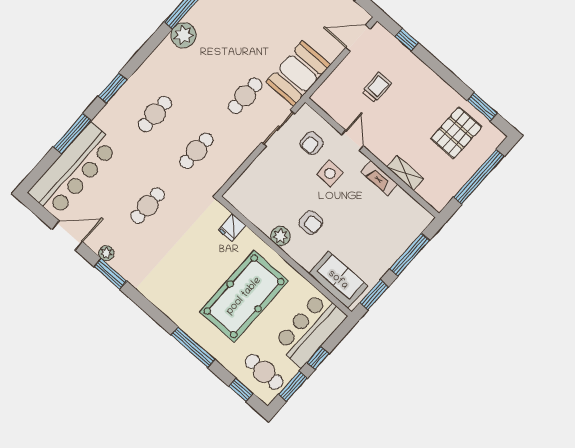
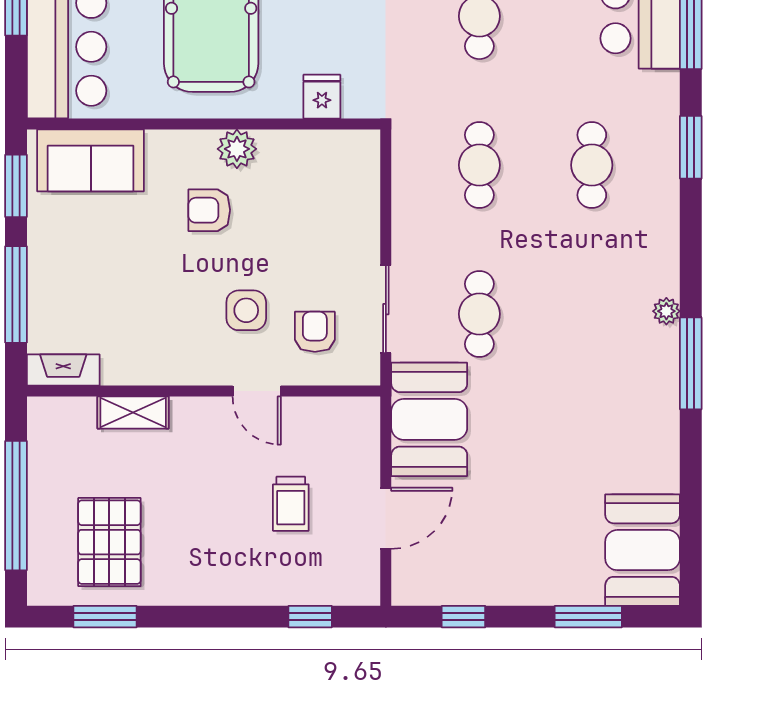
plant: (184, 35) -> (666, 311), width x0.53, depth x0.53
door: (358, 38) -> (386, 518), moved
fireplace: (379, 178) -> (63, 370), moved

